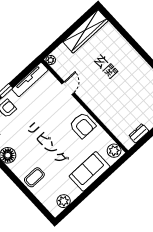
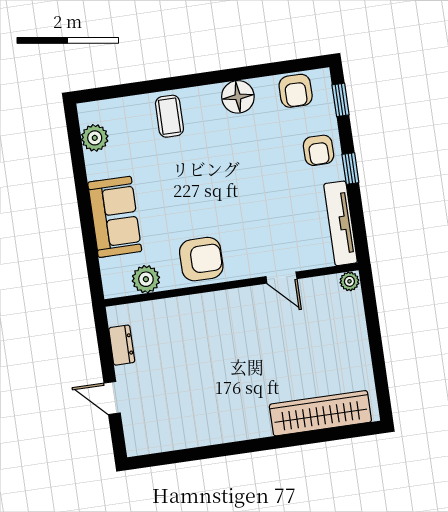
wardrobe: (85, 31) -> (320, 413), moved, turned 90
armchair: (83, 125) -> (201, 259), turned 180
plant: (114, 151) -> (146, 279), moved

